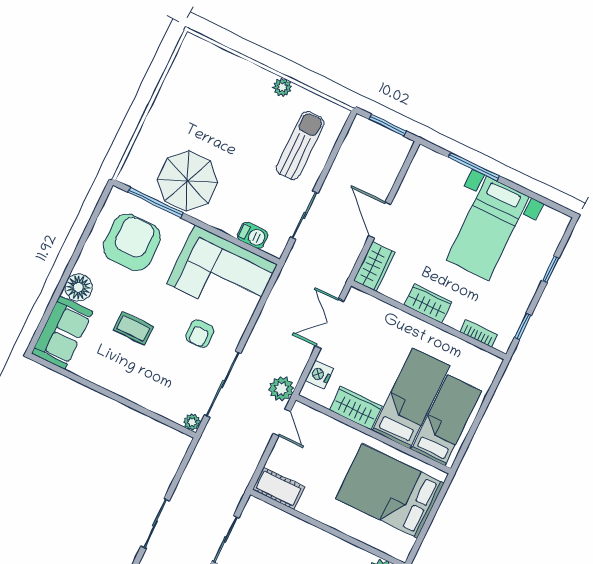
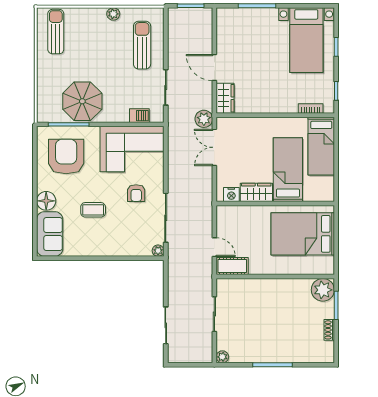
sun lounger: (197, 74) -> (56, 32), added
bed with nightstands: (488, 228) -> (306, 40), moved
wardrobe: (428, 303) -> (270, 105), removed
nightstand: (319, 375) -> (231, 195), moved, turned -90
plant: (281, 389) -> (204, 119), moved
bed: (446, 420) -> (321, 146), moved, turned 180
door: (282, 422) -> (214, 247), moved

